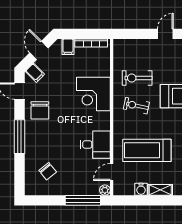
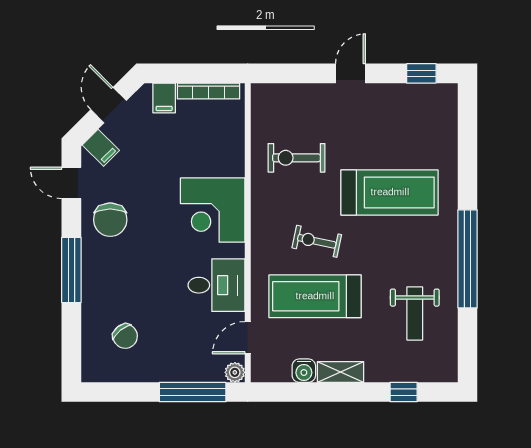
corner desk: (93, 94) -> (213, 210), moved
exercise bike: (136, 106) -> (317, 241), moved

